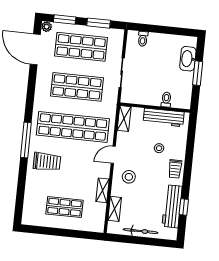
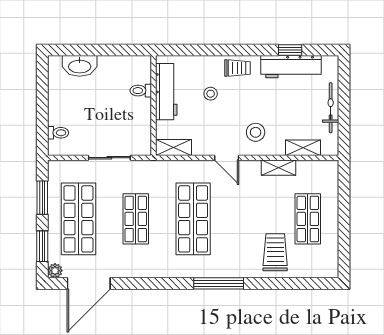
window: (198, 73) -> (99, 50), removed
shop shelf: (77, 87) -> (136, 219), width x0.70, depth x0.74
shop shelf: (73, 127) -> (193, 219), width x0.71
trolley: (47, 162) -> (275, 252), moved

